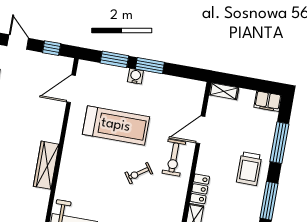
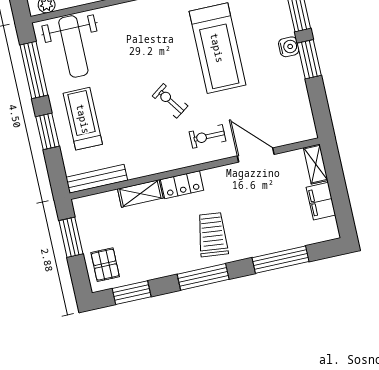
filing cabinet: (268, 101) -> (321, 201), moved
exercise bike: (174, 158) -> (208, 136), width x0.73, depth x0.72
trolley: (249, 169) -> (213, 235), moved, turned 96

